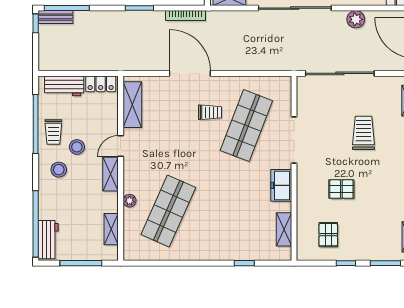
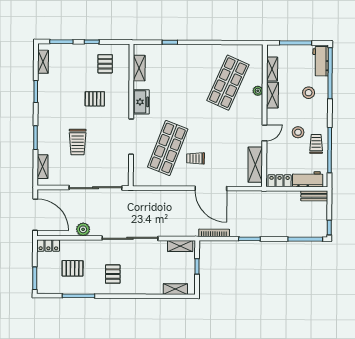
bench: (55, 17) -> (314, 196), moved
stool: (59, 170) -> (309, 93), moved
shelving: (111, 174) -> (272, 95), moved

